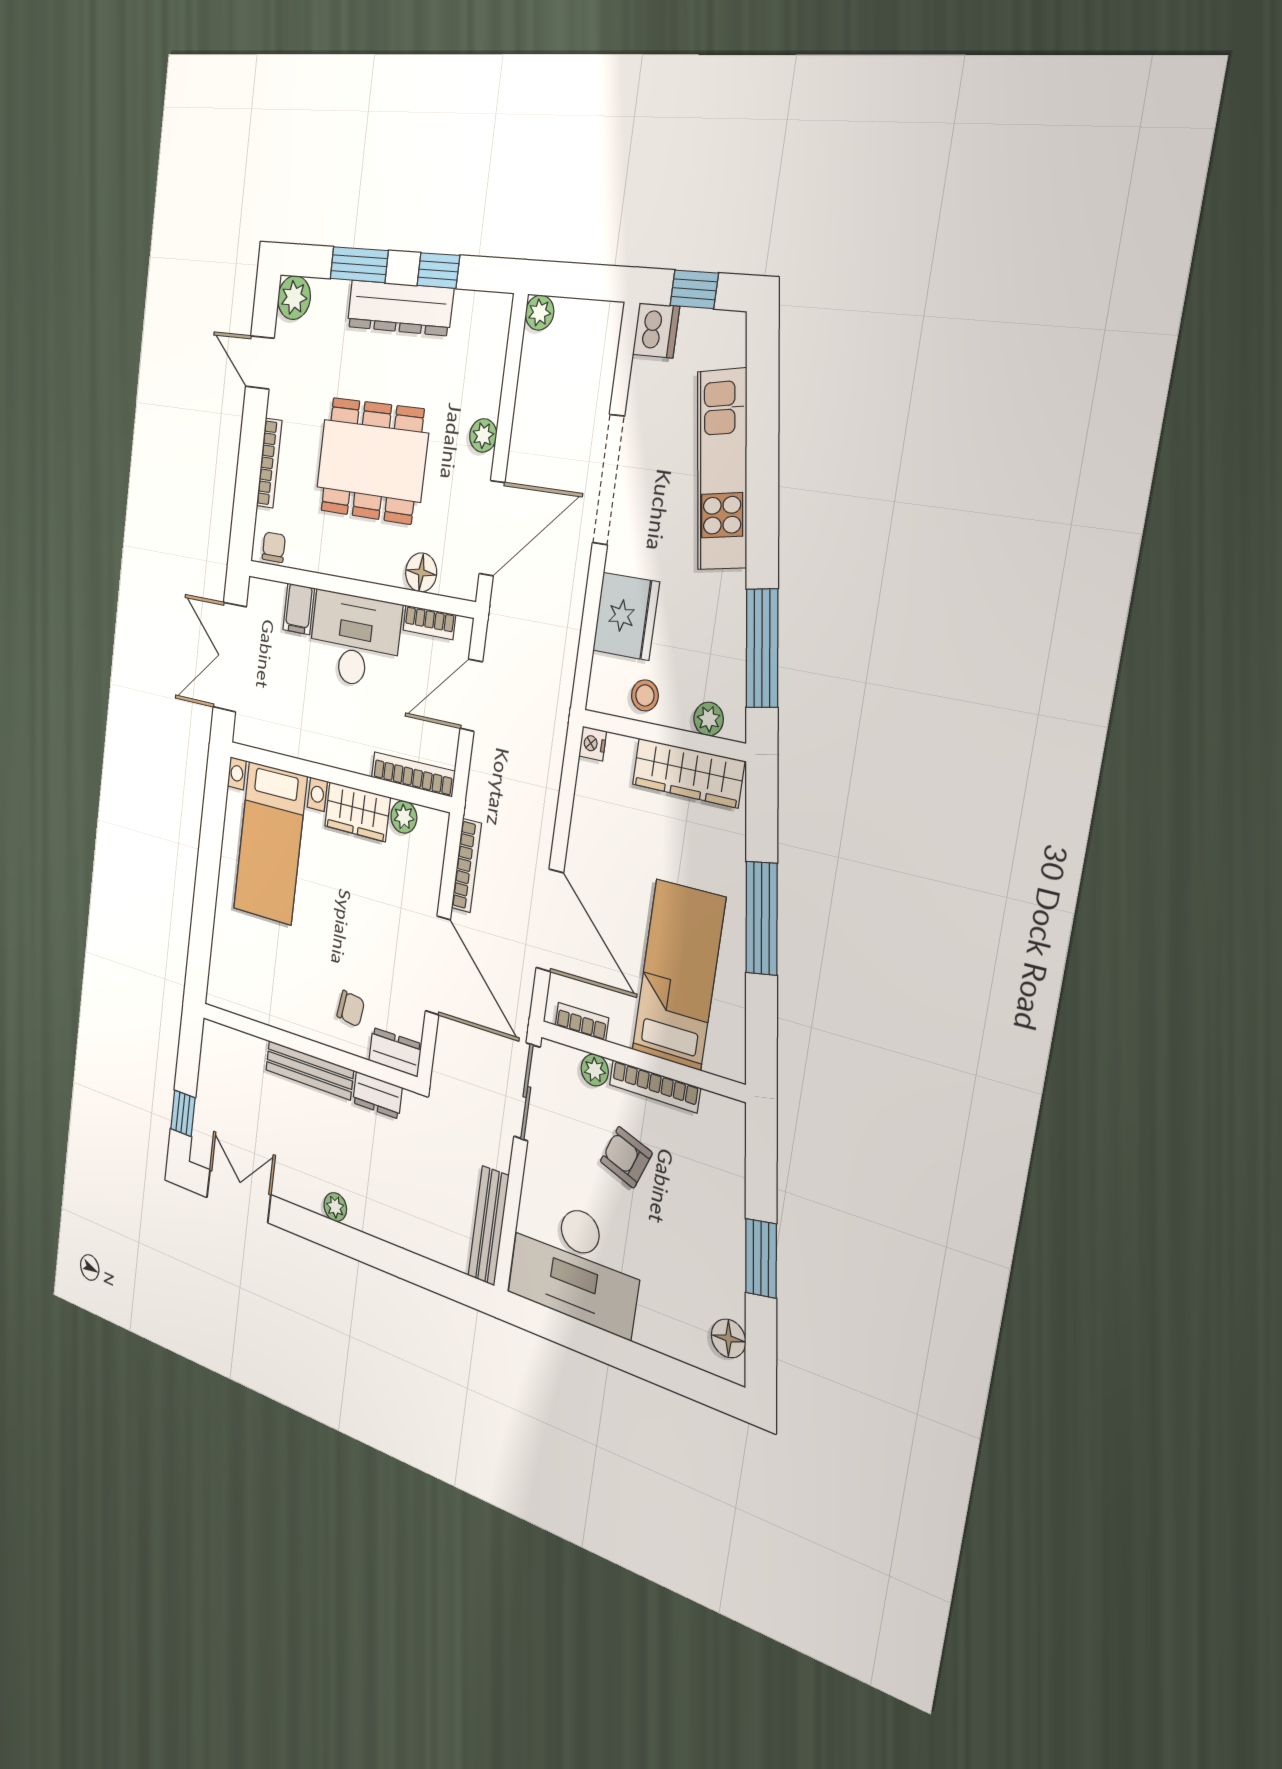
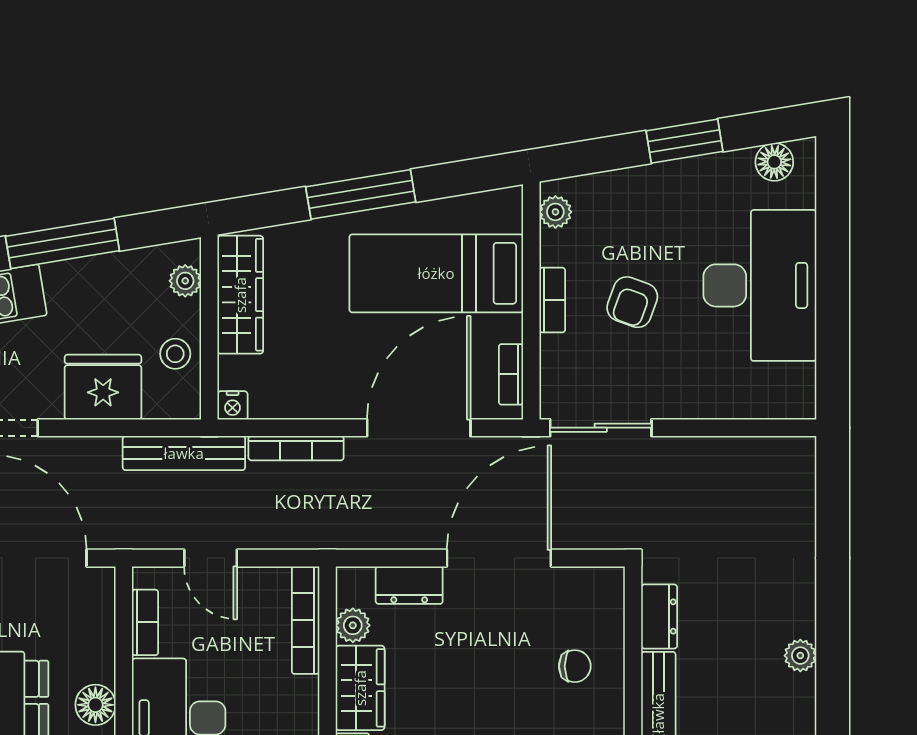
floor lamp: (421, 572) -> (95, 705), moved
window: (762, 648) -> (62, 244), moved
door: (471, 695) -> (211, 558), width x0.73
bookcase: (466, 866) -> (296, 448), moved, turned 180
chair: (351, 1009) -> (575, 666), turned 82
dresser: (395, 1052) -> (409, 585), moved, turned -90
plant: (595, 1070) -> (555, 212), moved
bookcase: (655, 1086) -> (552, 300), width x0.64
bench: (488, 1226) -> (184, 453), moved
desk: (576, 1264) -> (760, 285), moved

